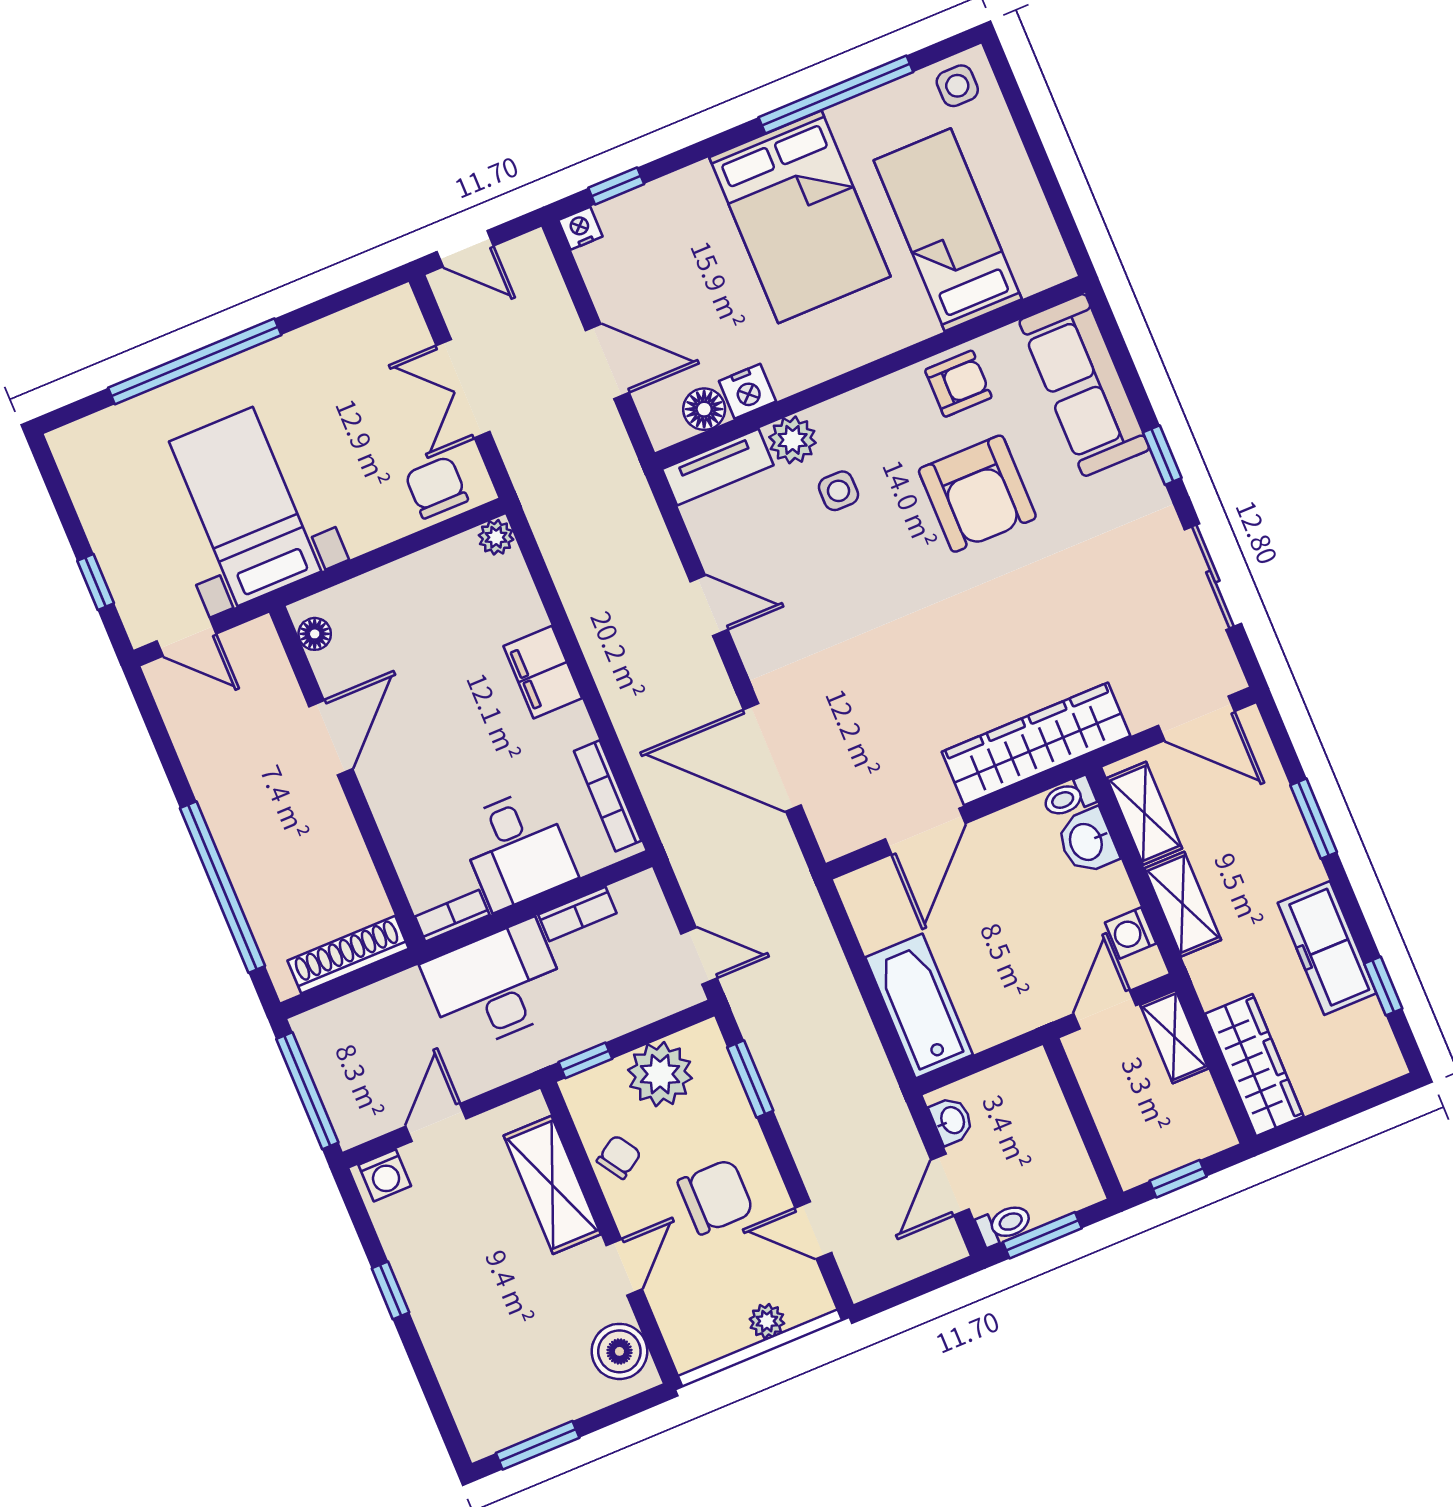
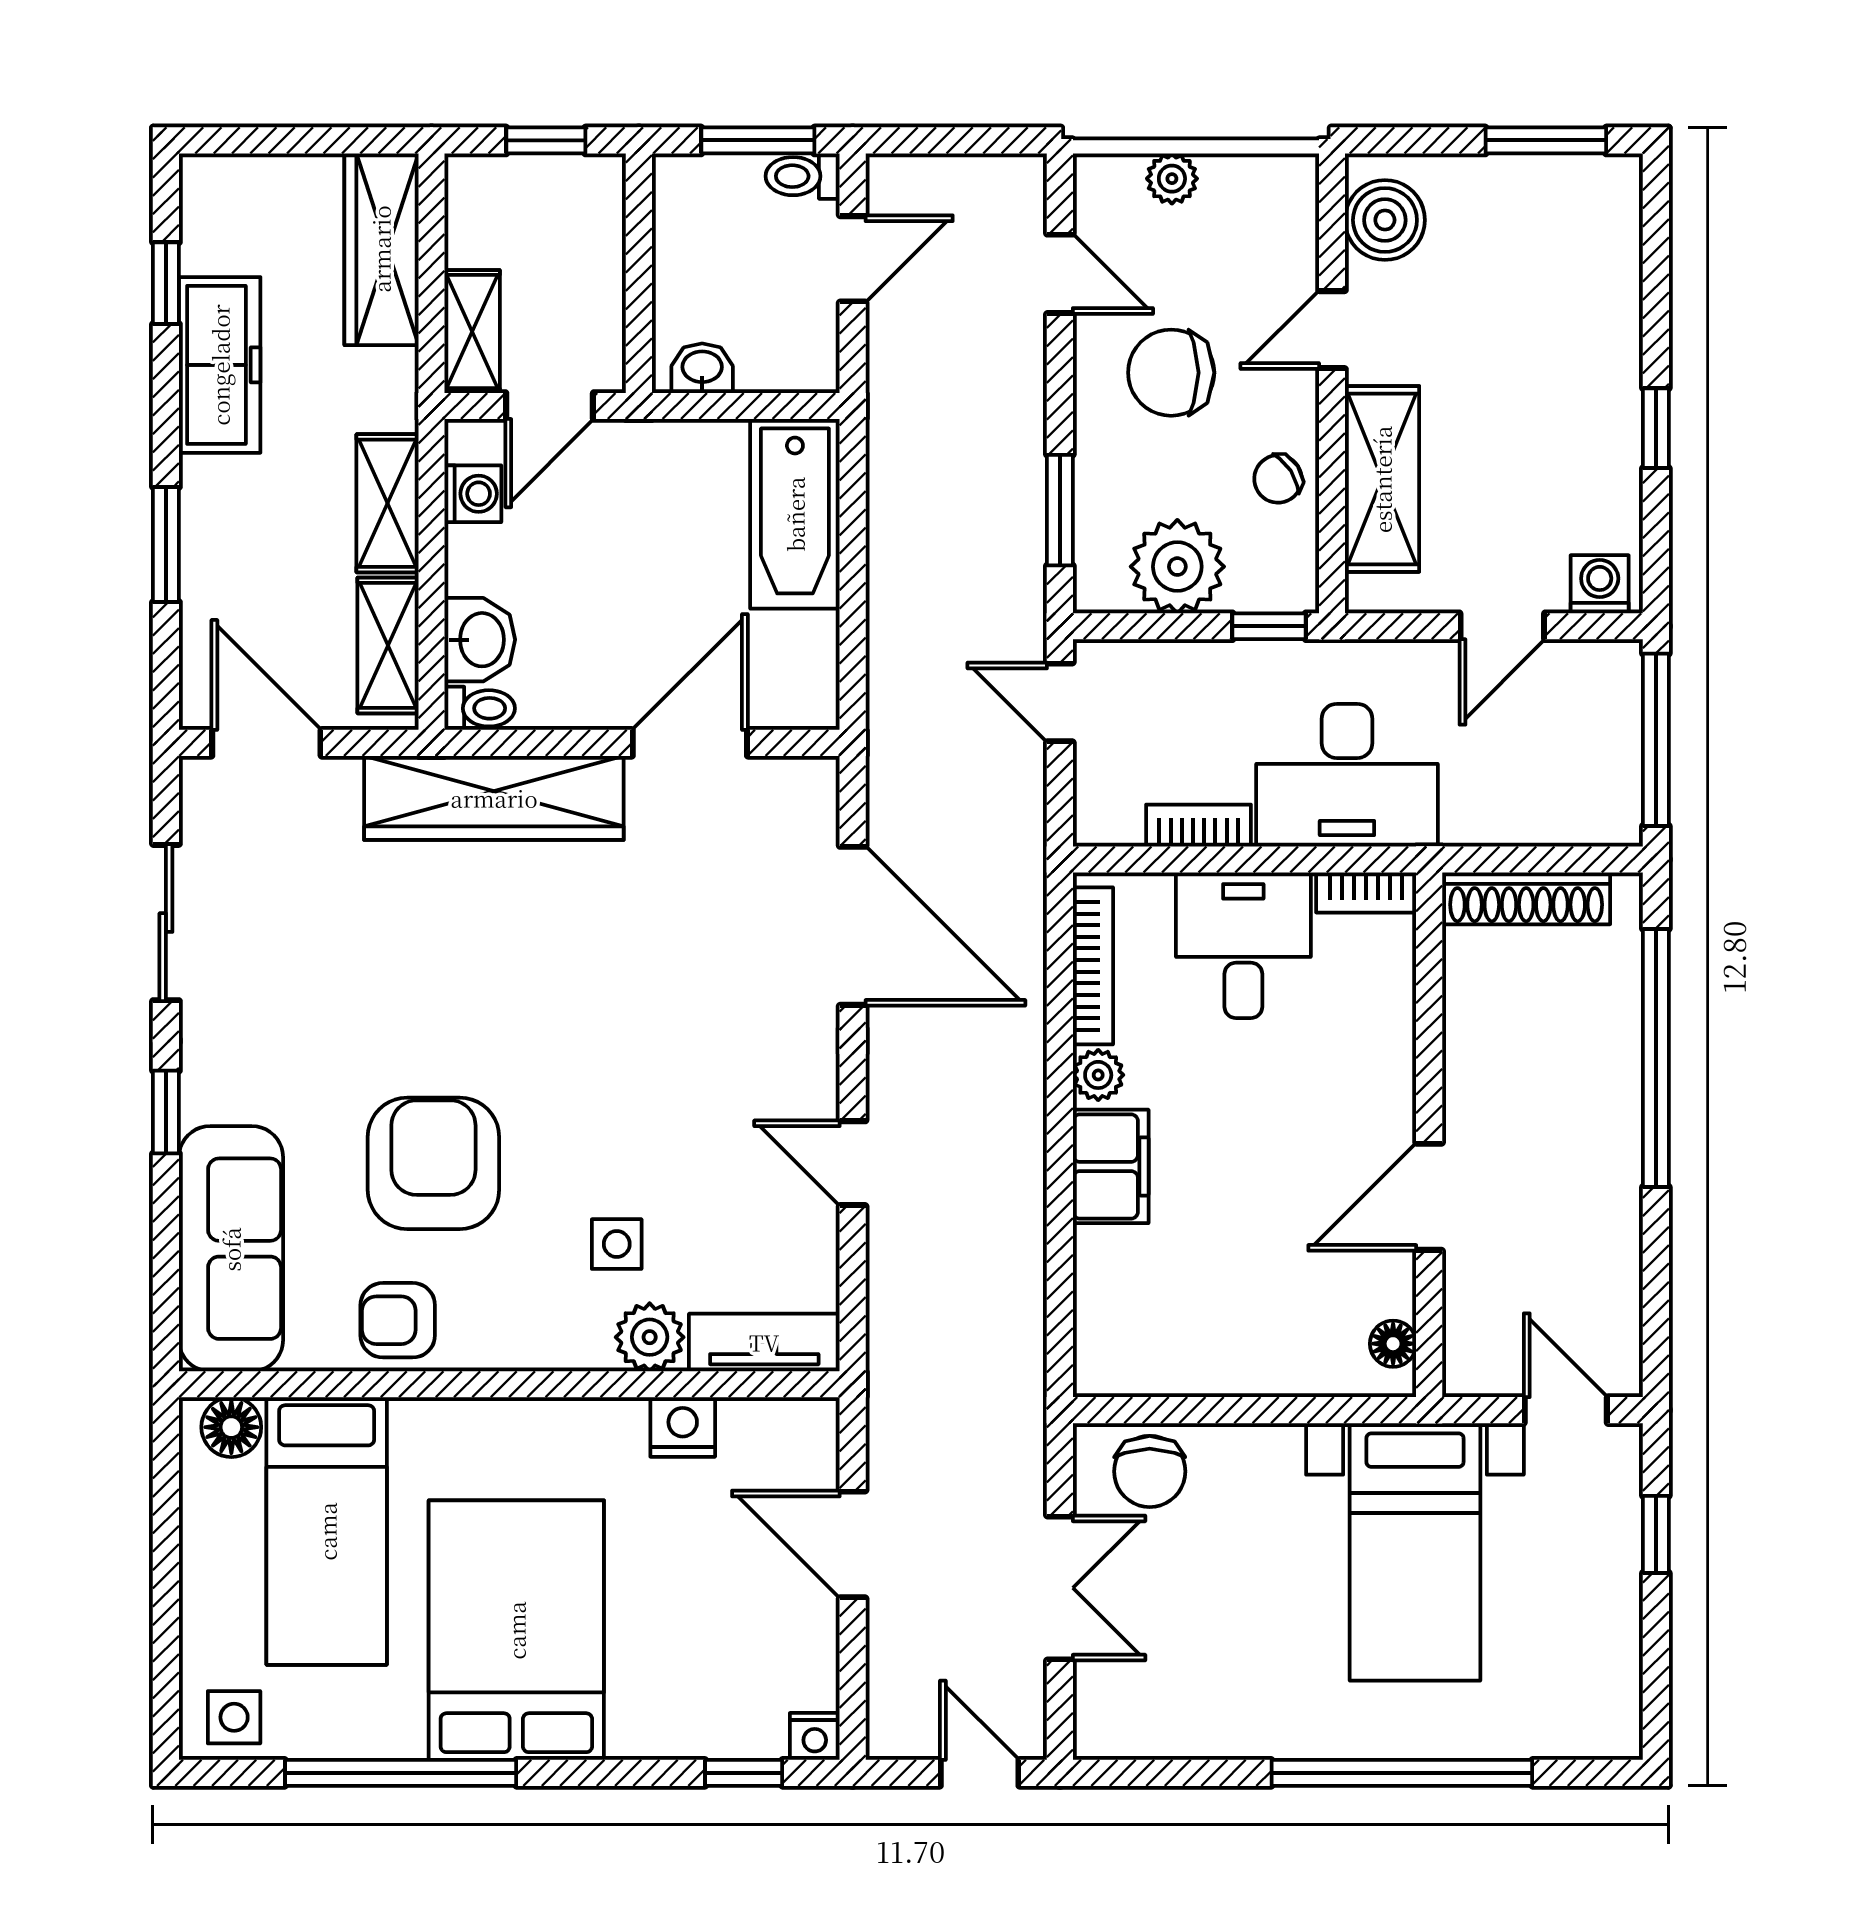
floor lamp: (704, 409) -> (231, 1427), moved
plant: (496, 537) -> (1098, 1075), moved
washbasin: (952, 1121) -> (702, 368), moved, turned 90

